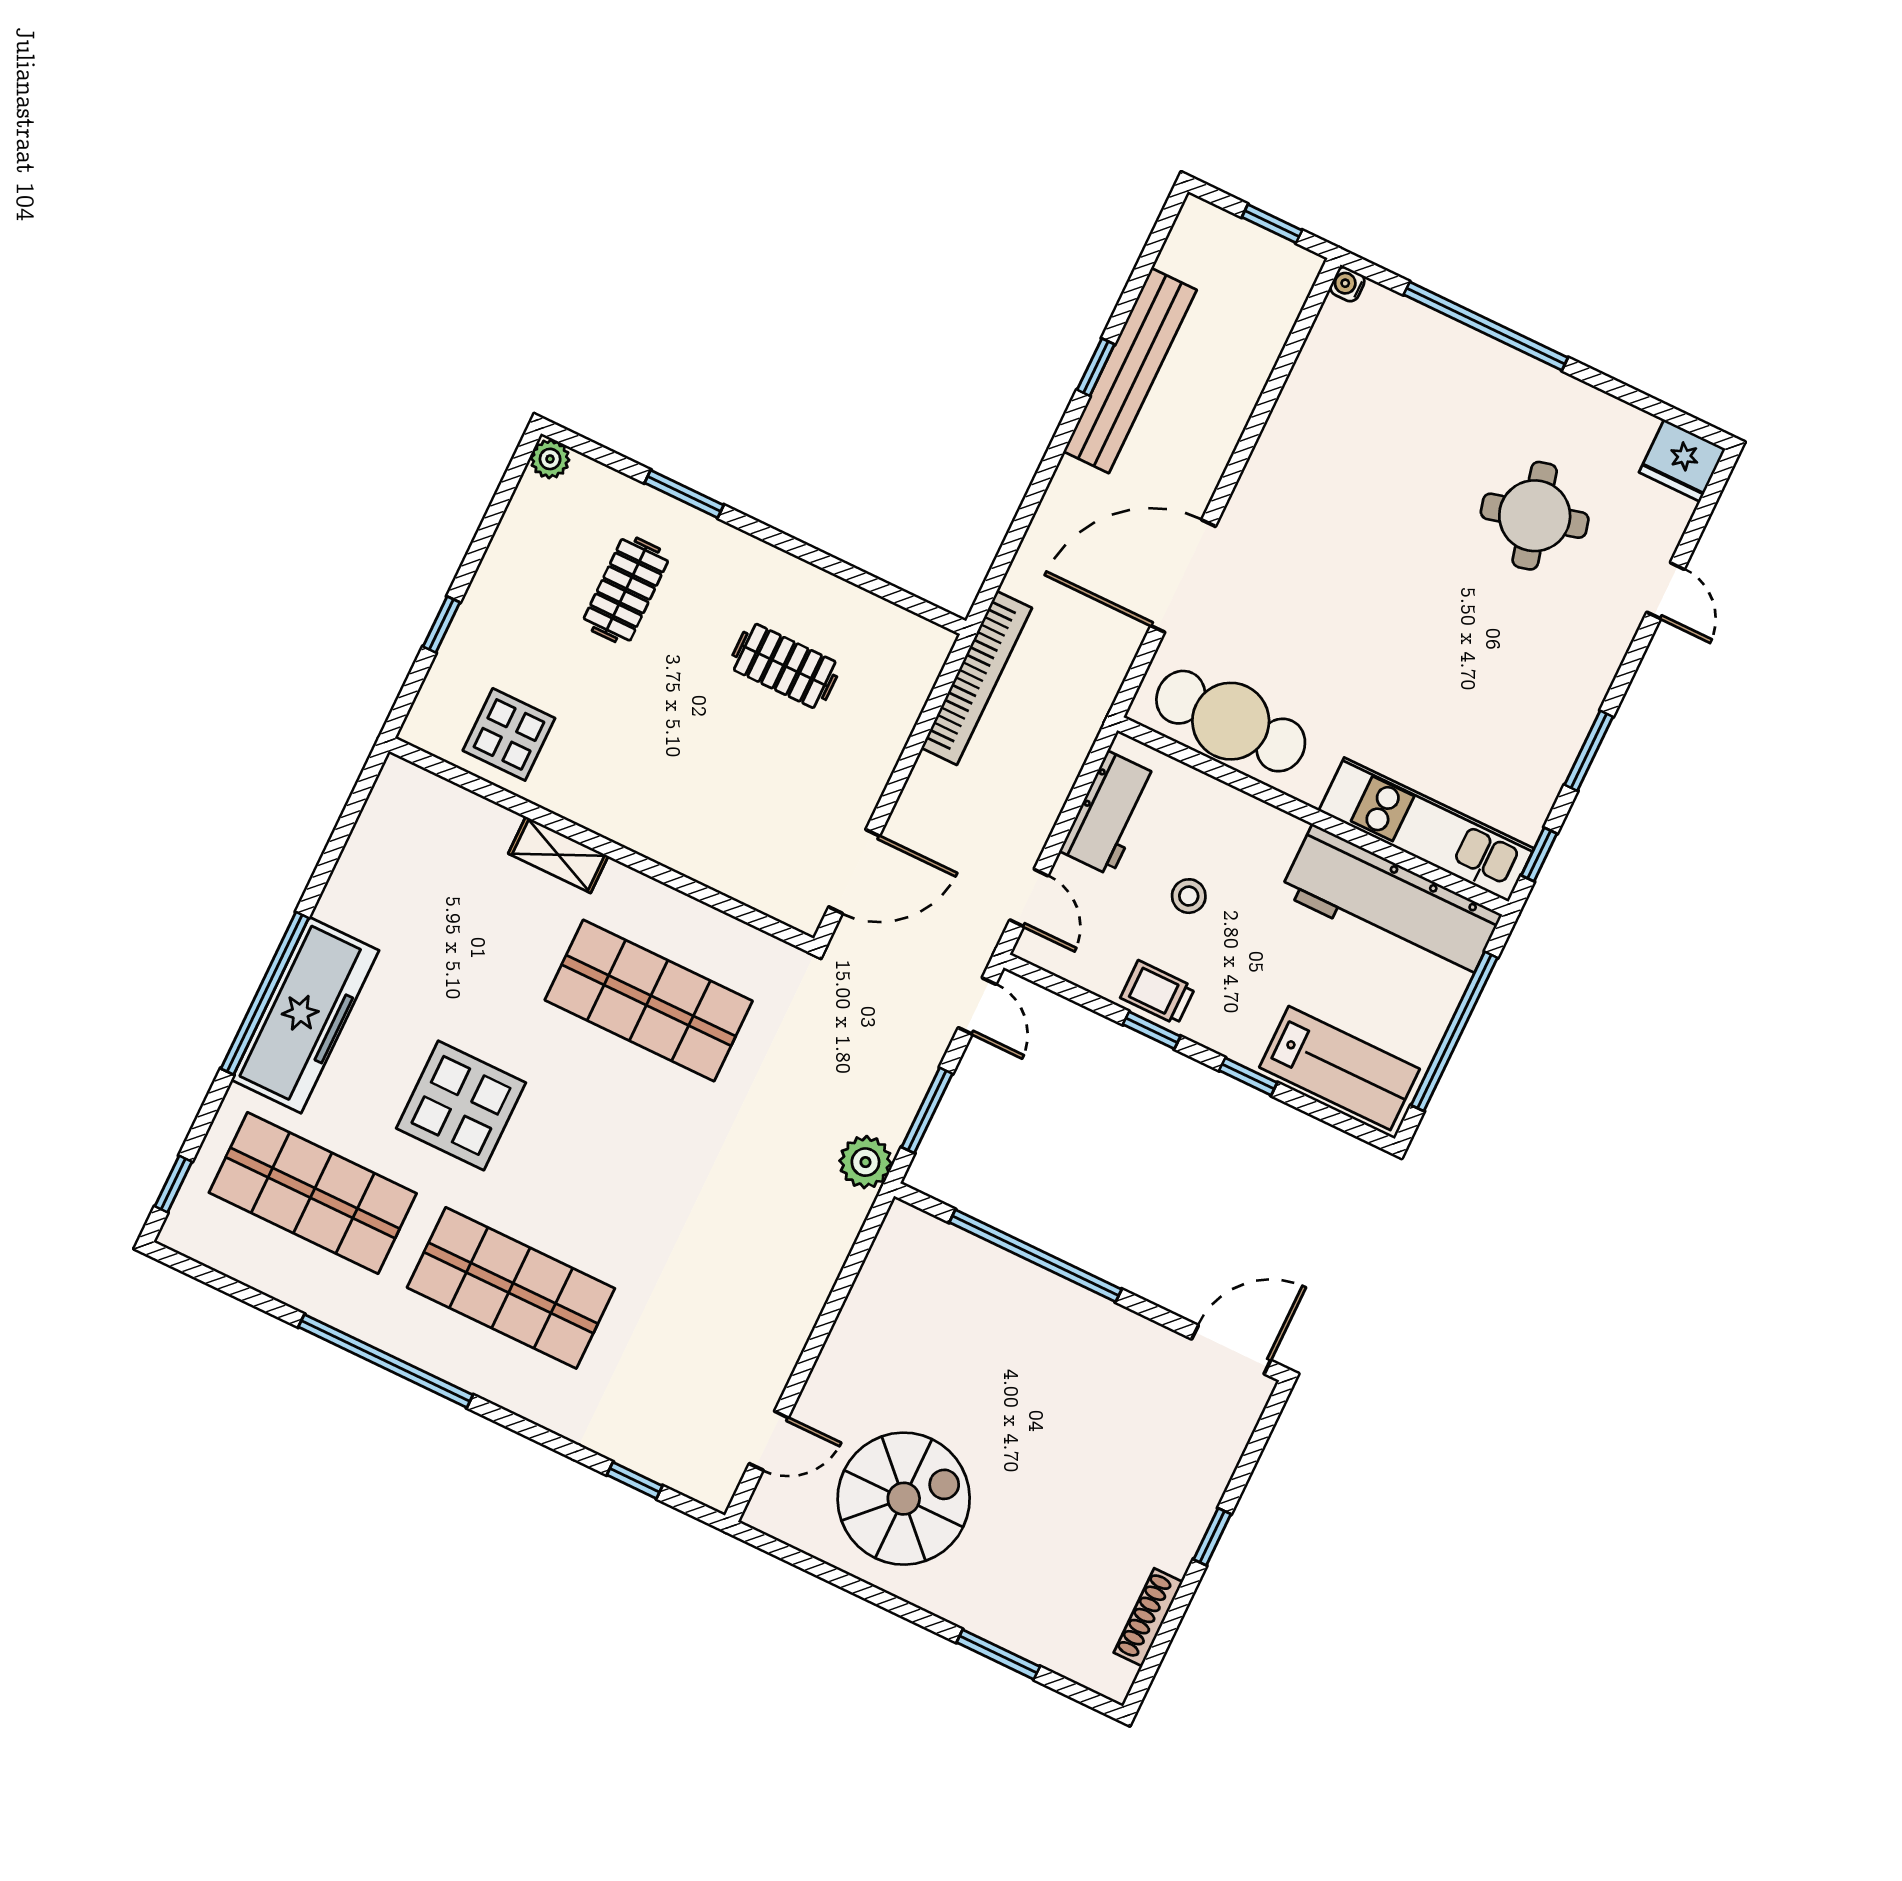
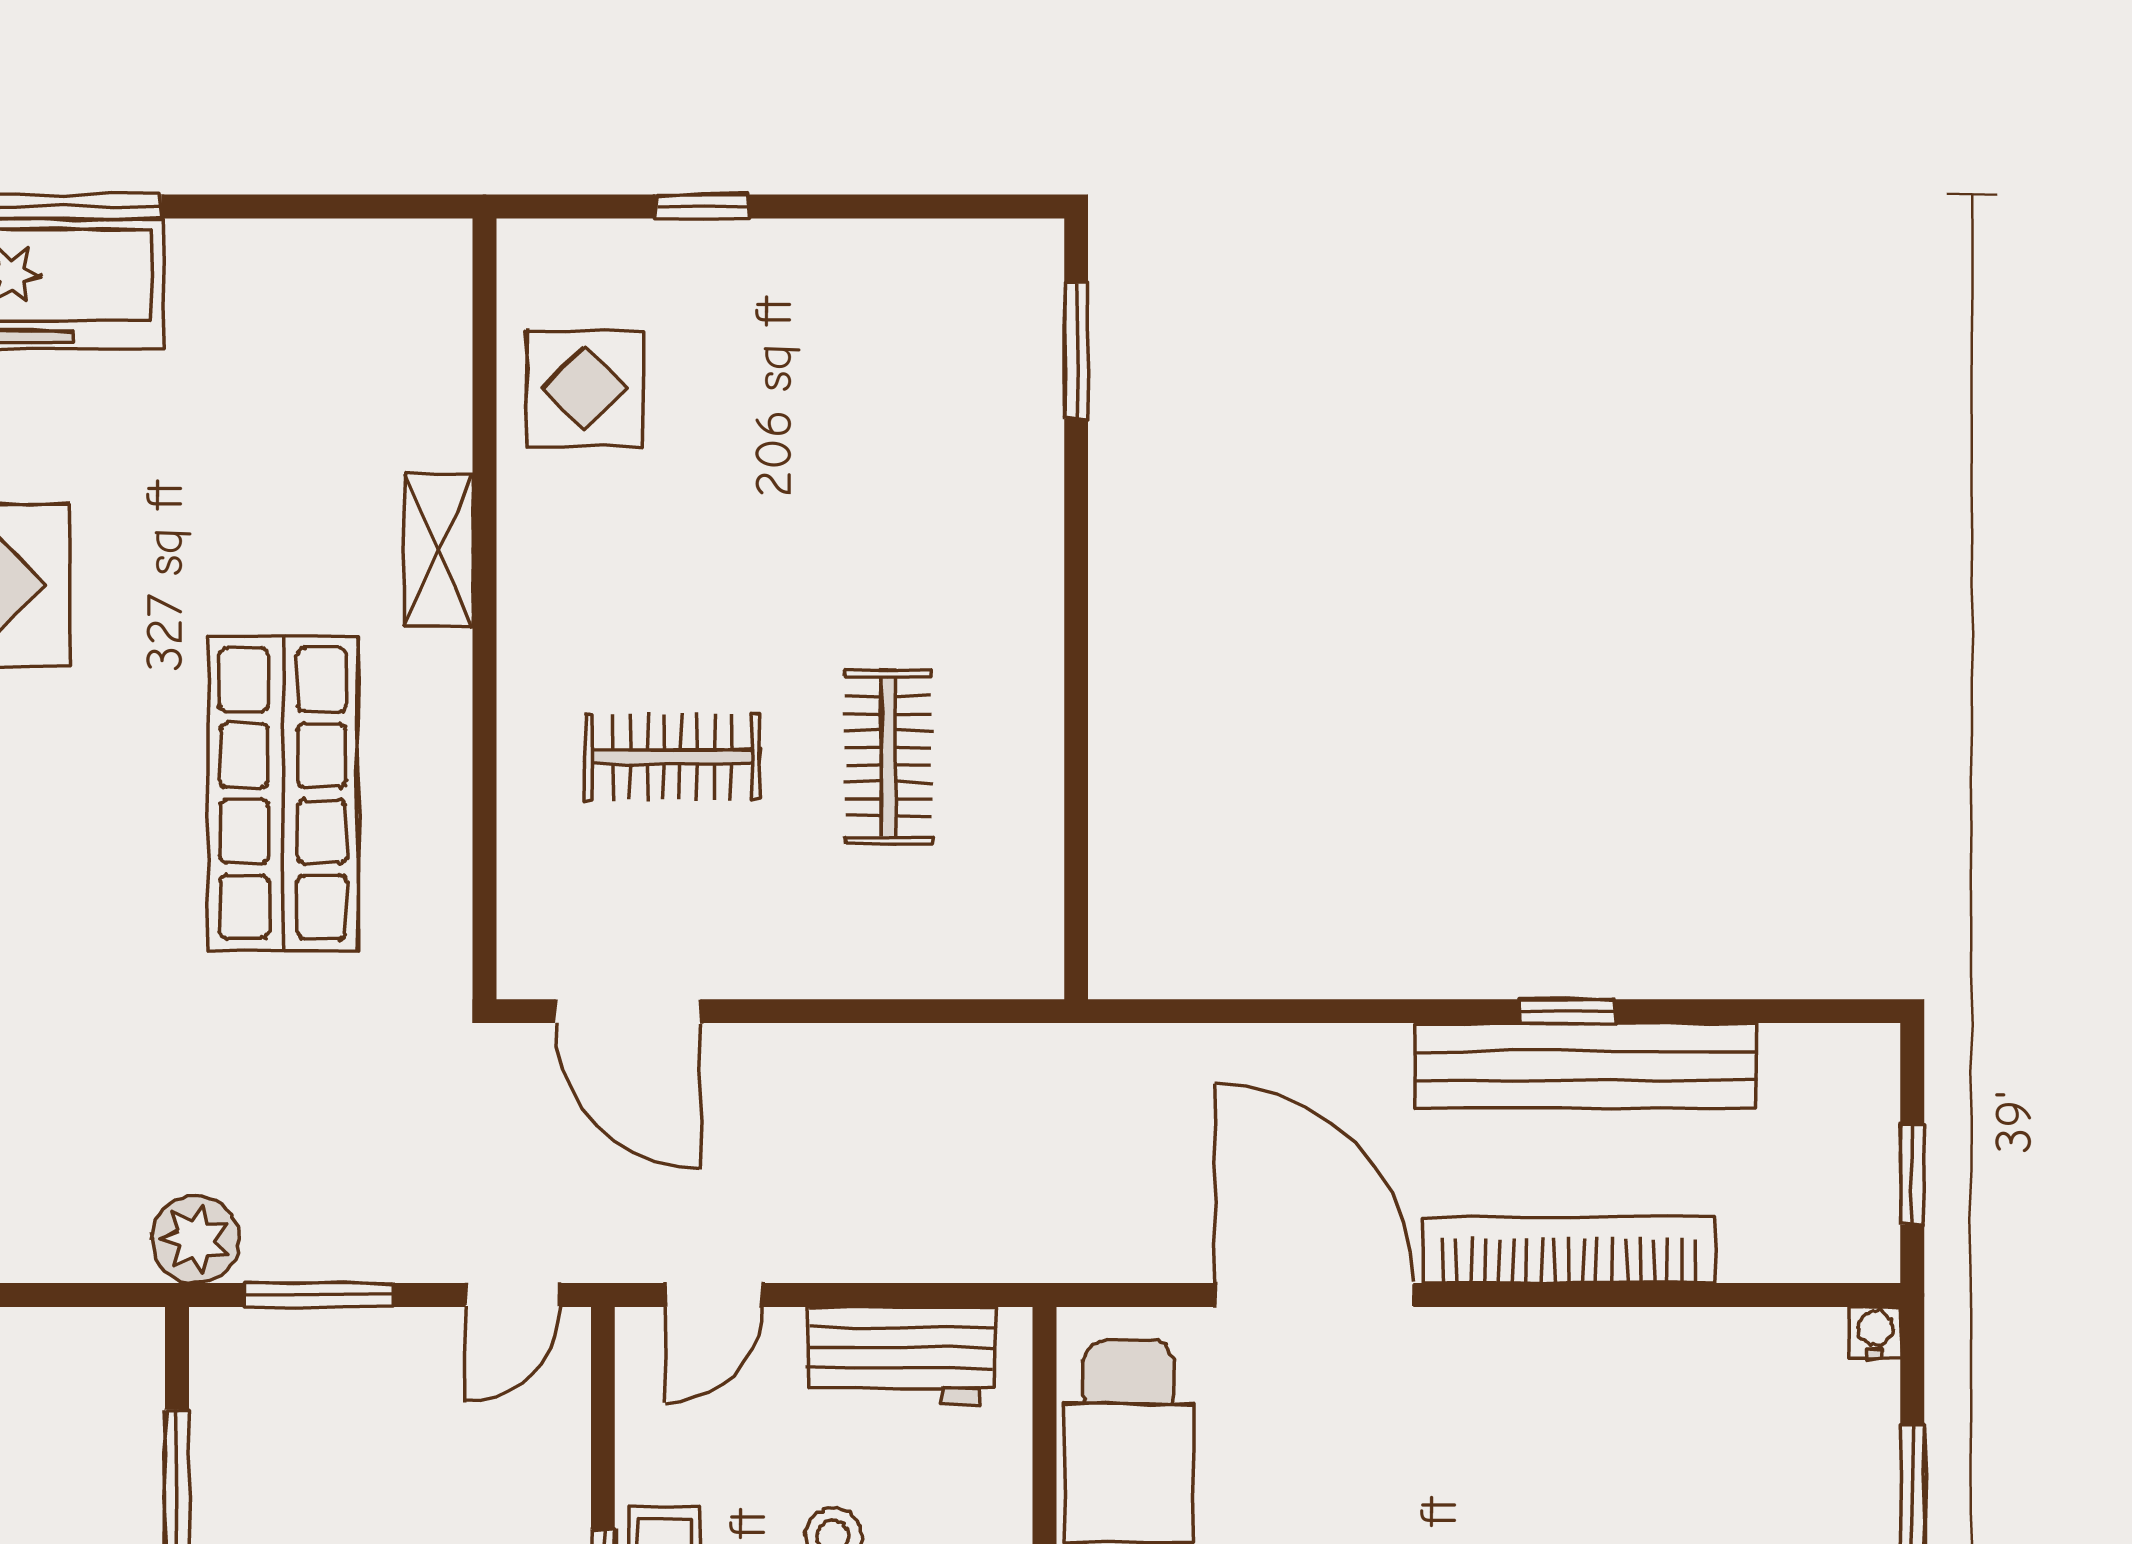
plant: (550, 459) -> (1032, 251), removed
window: (684, 494) -> (1076, 350), moved
clothes rail: (626, 590) -> (672, 757), moved
bookcase: (977, 678) -> (1570, 1250), moved, turned 180

